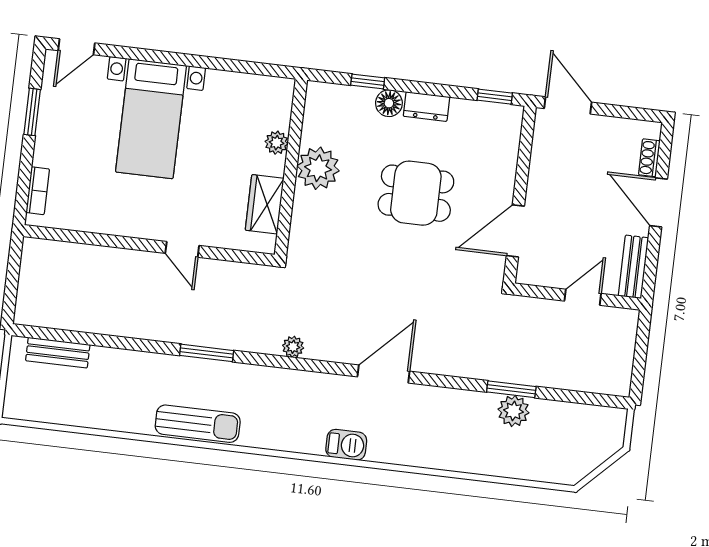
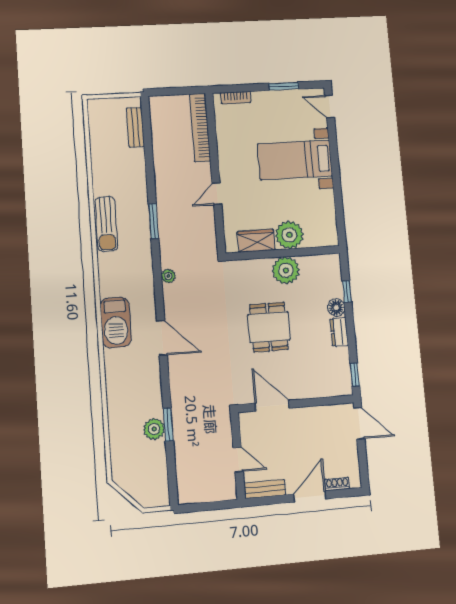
door: (568, 105) -> (359, 423), hinge flipped
plant: (277, 143) -> (289, 235), width x1.88, depth x1.88
dining table: (416, 193) -> (269, 327), moved
bookcase: (75, 255) -> (200, 128), added
barbecue: (346, 445) -> (116, 322), width x1.88, depth x1.53

